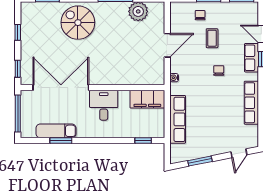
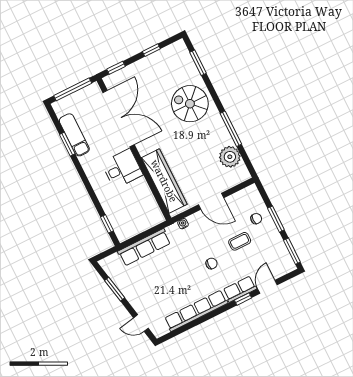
spiral stairs: (78, 23) -> (190, 104), turned -90
wardrobe: (131, 76) -> (164, 181), added
filing cabinet: (147, 99) -> (149, 208), removed
row of seats: (251, 103) -> (196, 311), width x1.36

